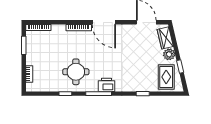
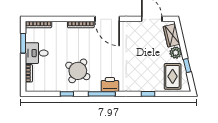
desk: (37, 55) -> (37, 53), added
round table: (76, 72) -> (78, 71), turned 33

